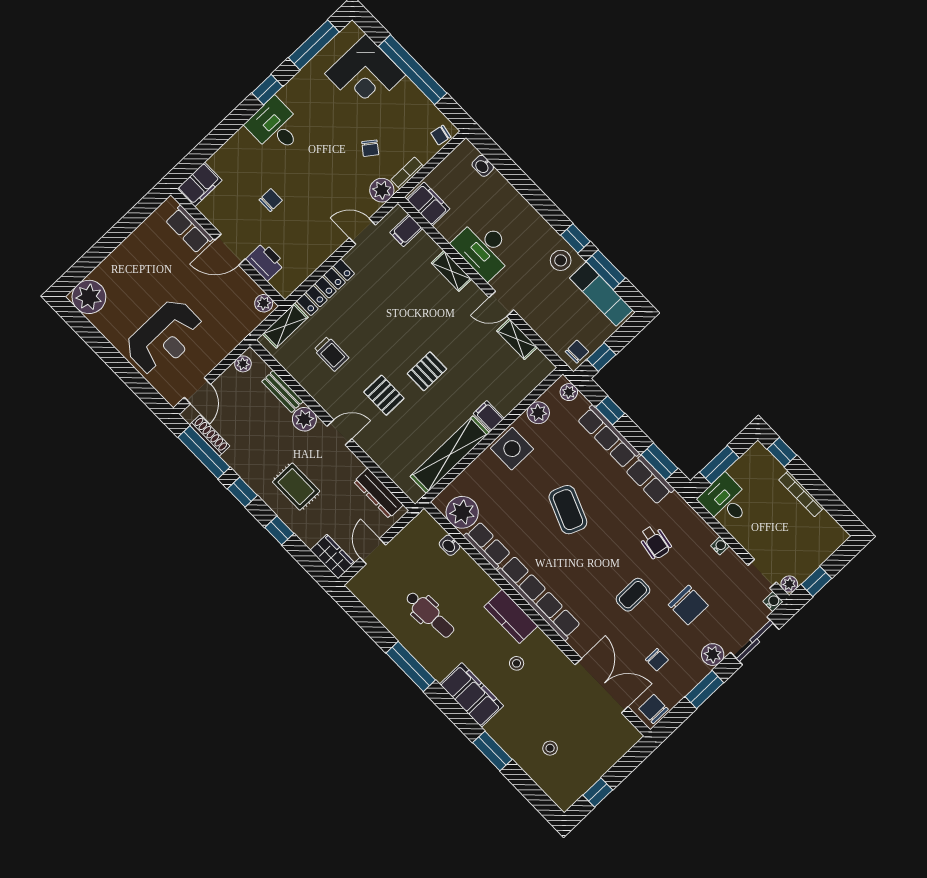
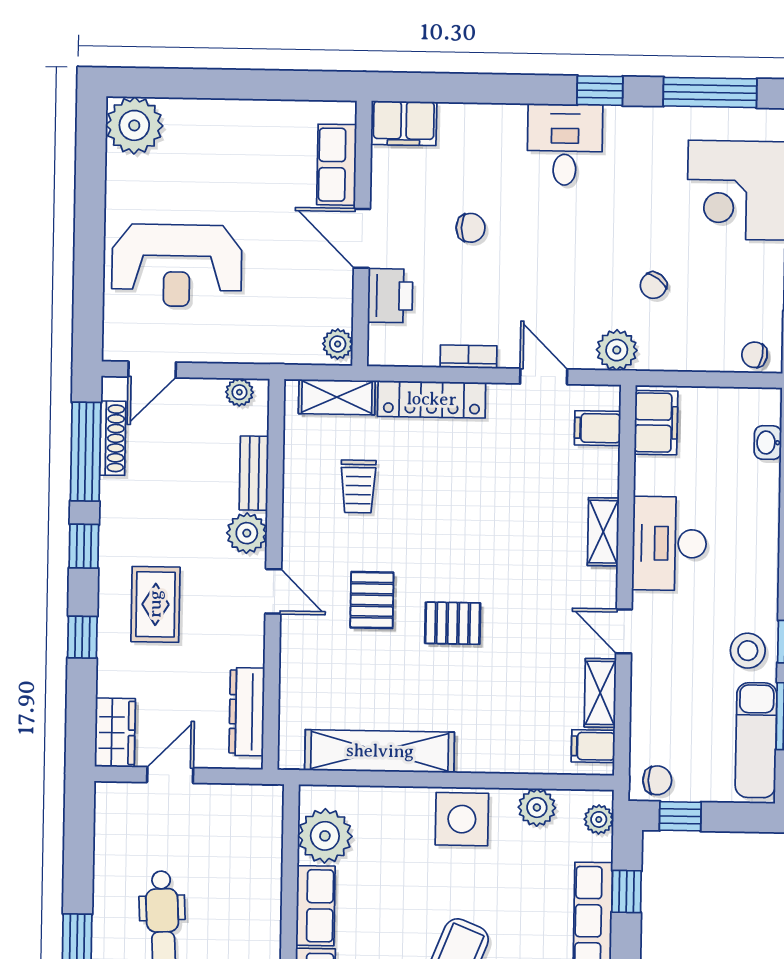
bookcase: (407, 173) -> (468, 357), moved
filing cabinet: (489, 416) -> (593, 746), moved, turned -90
washbasin: (449, 545) -> (270, 860), removed

